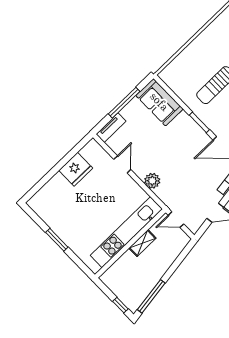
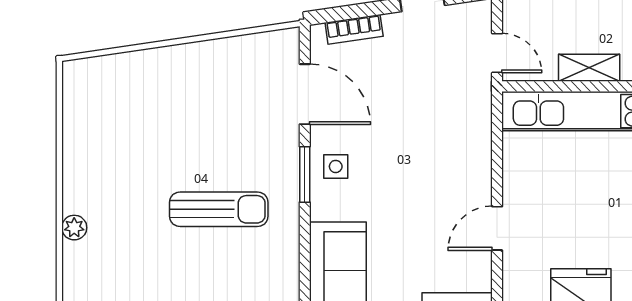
side table: (192, 134) -> (336, 166), added
plant: (152, 181) -> (474, 154), removed

